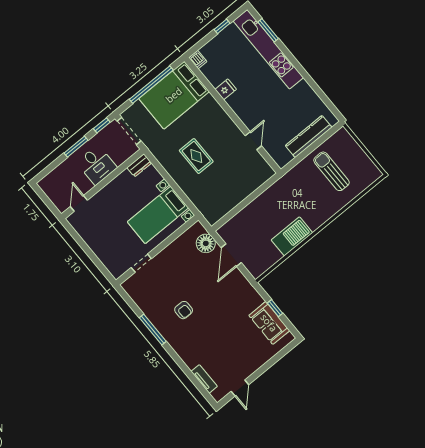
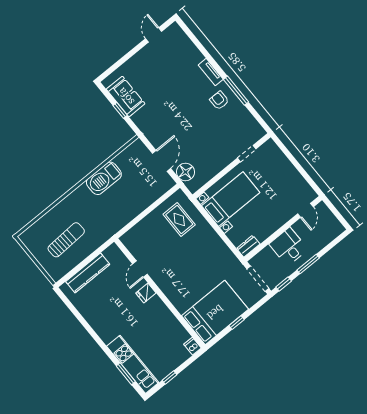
kitchen unit: (268, 49) -> (133, 364), width x0.73
window: (151, 85) -> (237, 323), width x0.32
fridge: (226, 89) -> (146, 293), moved
rug: (196, 156) -> (179, 220), moved
sun lounger: (331, 171) -> (66, 240), turned -93
armchair: (184, 310) -> (219, 100), moved
tv unit: (204, 379) -> (211, 72), moved

